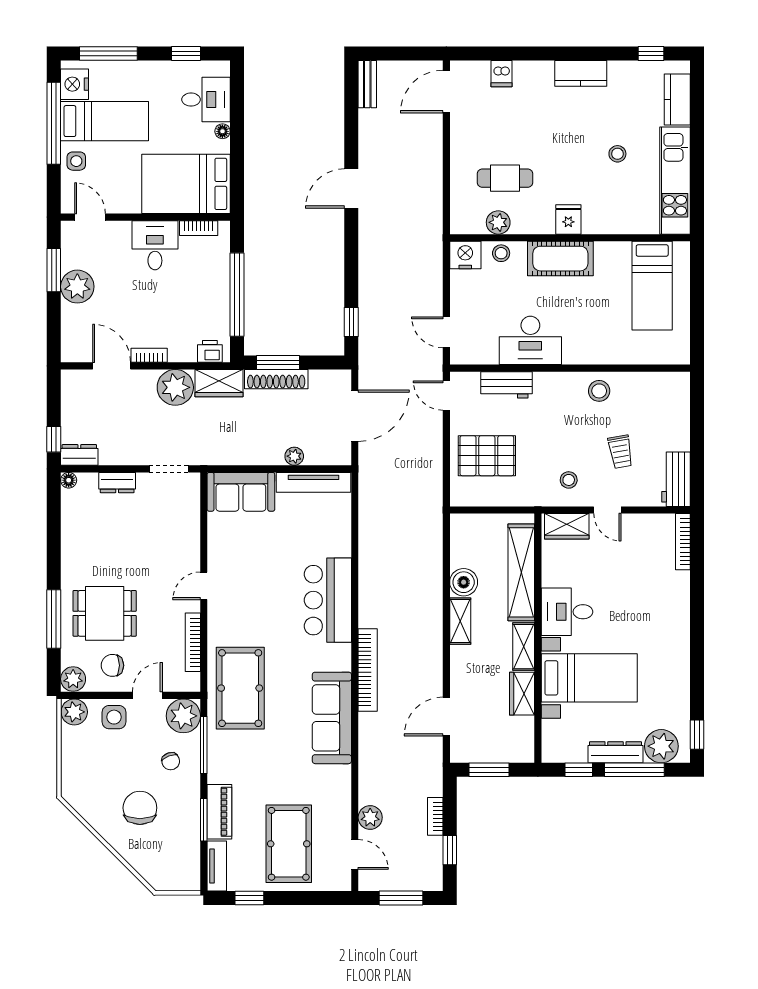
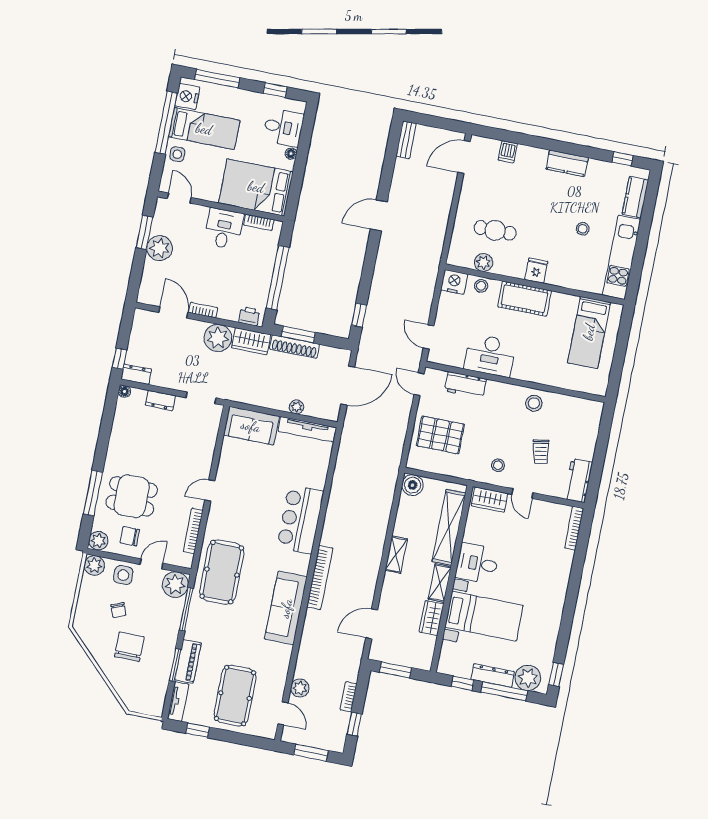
boiler: (464, 582) -> (412, 485), moved
chair: (171, 761) -> (118, 610), moved

